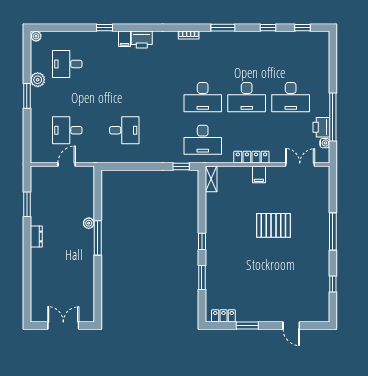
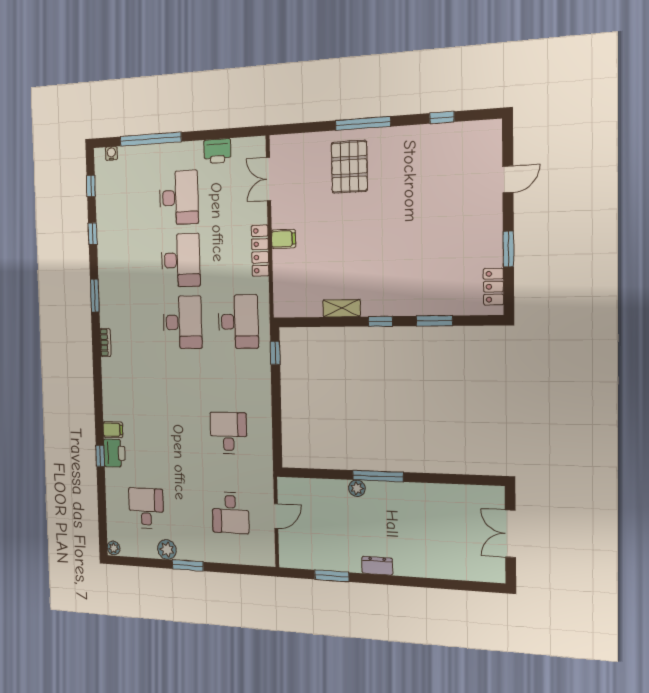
printer: (142, 39) -> (114, 453), moved
desk: (67, 64) -> (146, 508), turned 180
window: (333, 117) -> (150, 139), moved
water cooler: (325, 143) -> (111, 153), moved
door: (67, 165) -> (276, 516), swing flipped
shelving: (211, 179) -> (342, 308), moved
pallet: (273, 225) -> (349, 167), moved

